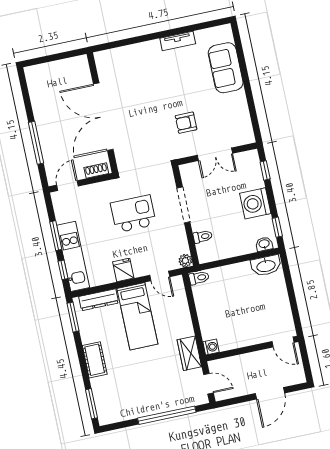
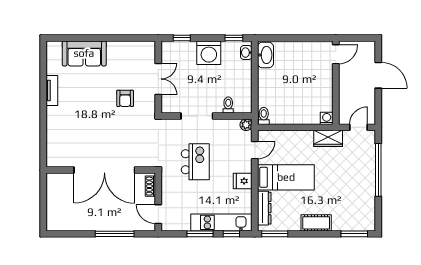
kitchen island: (133, 214) -> (195, 162), turned 180

